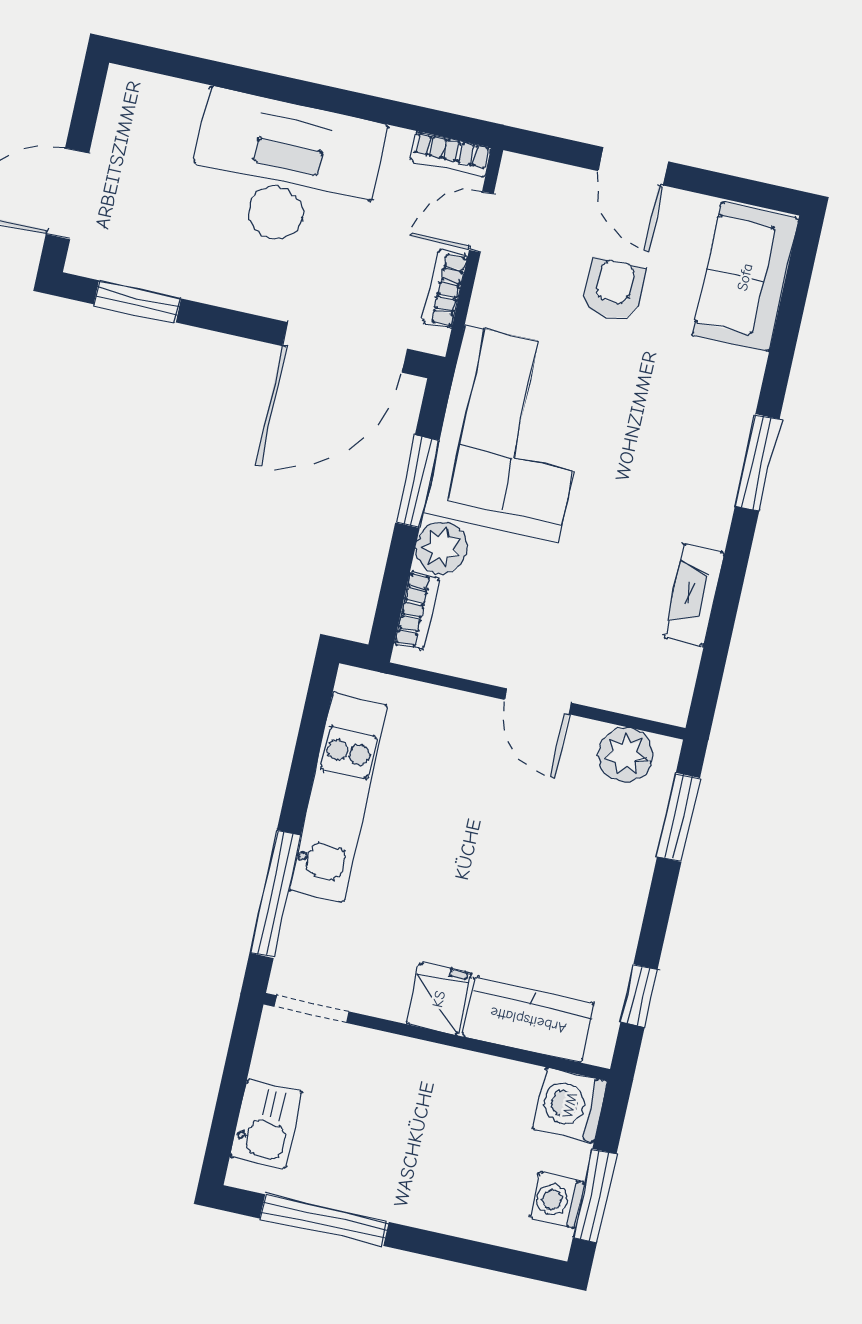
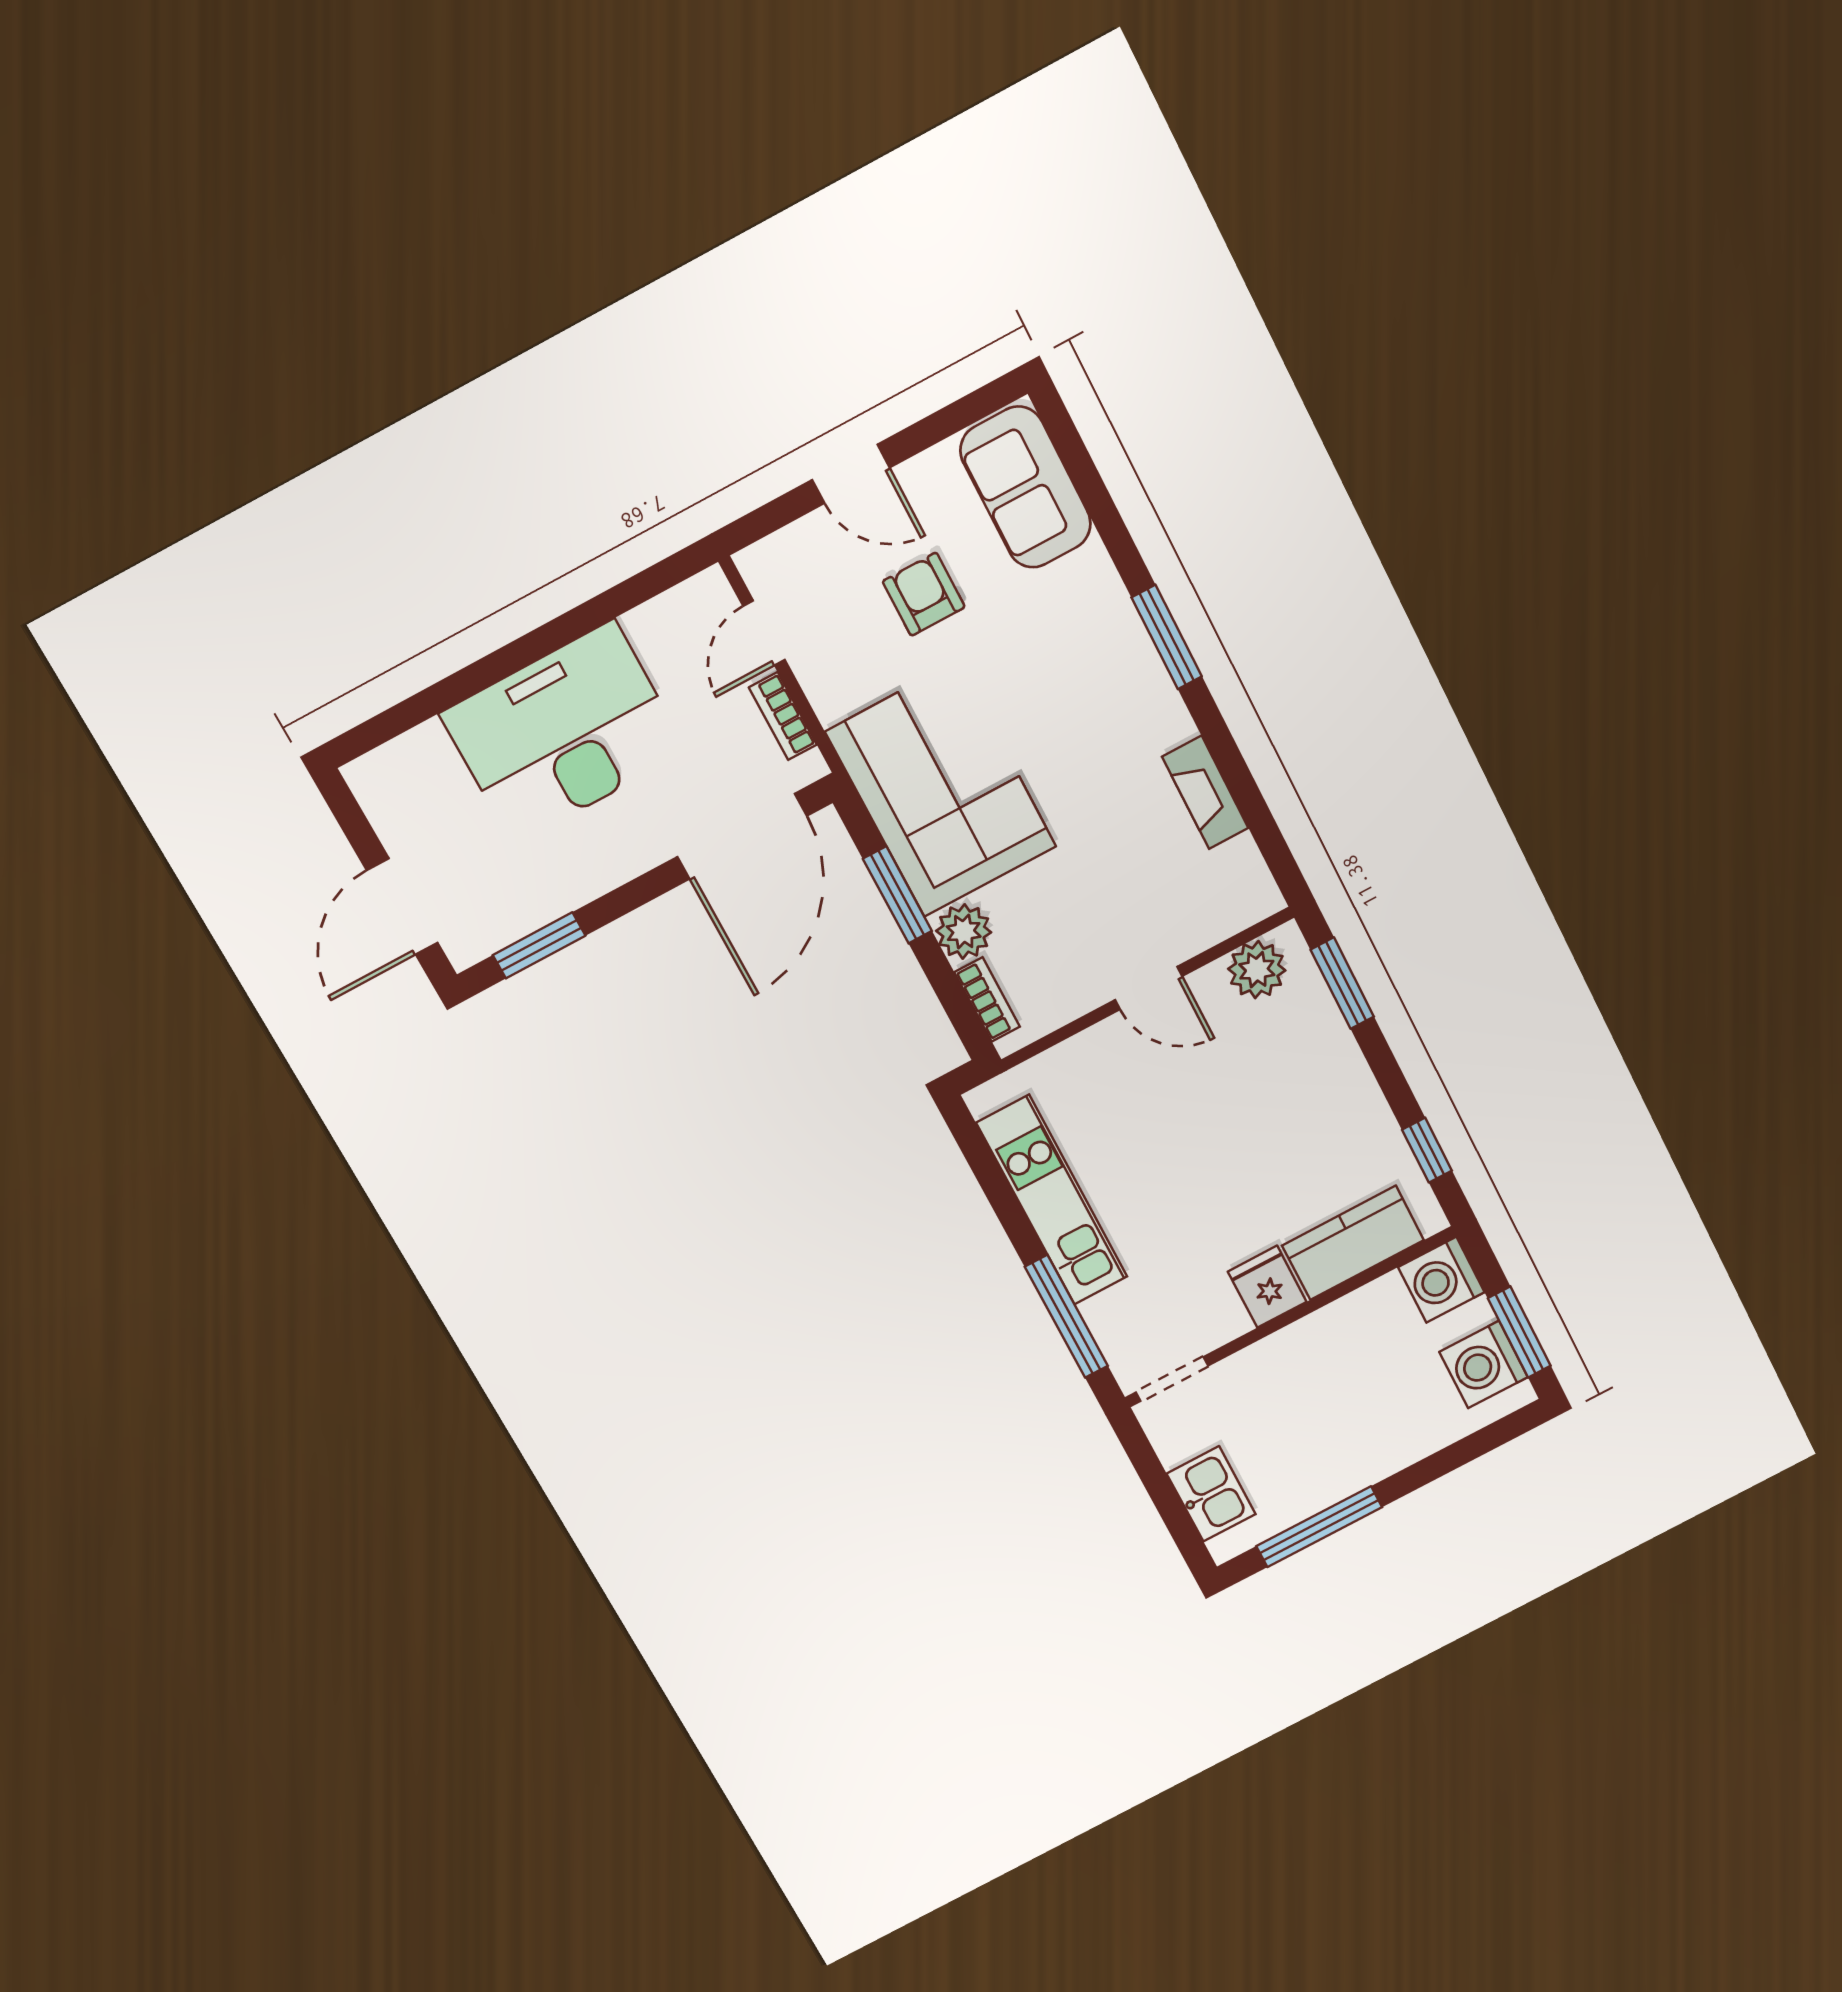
bookcase: (451, 154) -> (689, 597), removed
washing machine: (557, 1200) -> (1484, 1364), width x1.38, depth x1.38

